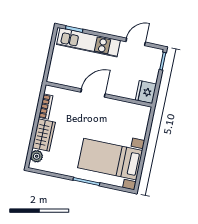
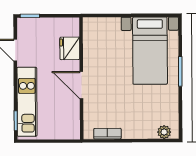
fridge: (146, 92) -> (70, 48), moved, turned 90
wardrobe: (44, 135) -> (139, 129), removed

